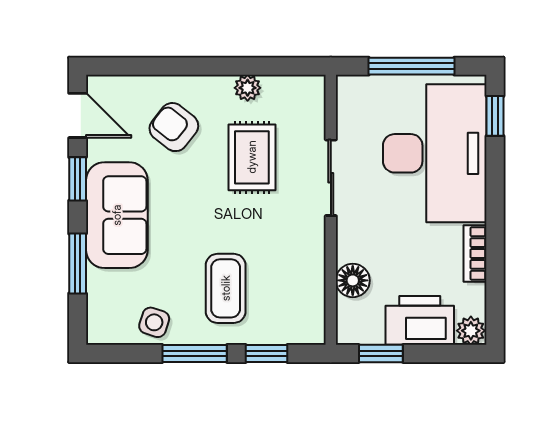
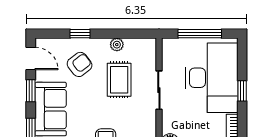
window: (175, 66) -> (80, 34), added
window: (495, 116) -> (242, 91), moved
armchair: (174, 127) -> (80, 64), turned 104

